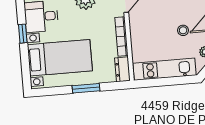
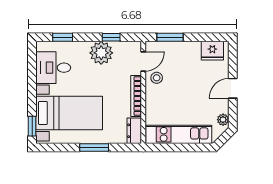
stool: (183, 30) -> (157, 78), moved
window: (23, 34) -> (32, 126), moved

